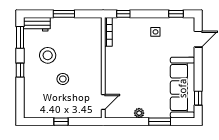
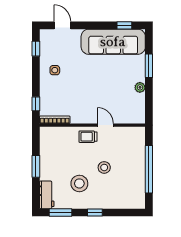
trolley: (92, 63) -> (88, 137), added
door: (103, 102) -> (105, 125), moved
window: (61, 122) -> (149, 169), width x3.17

